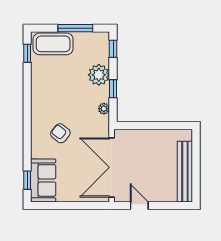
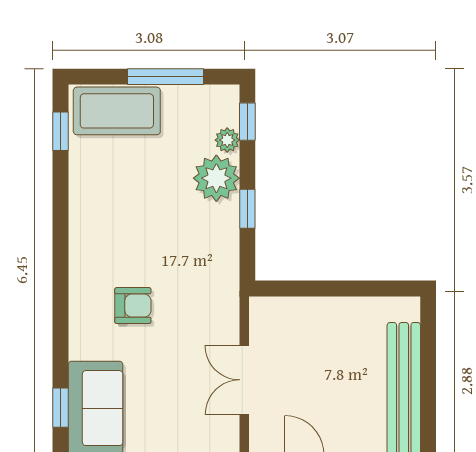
plant: (104, 109) -> (227, 140), moved
armchair: (60, 133) -> (133, 306), turned 141
double door: (112, 167) -> (244, 380), width x0.54

